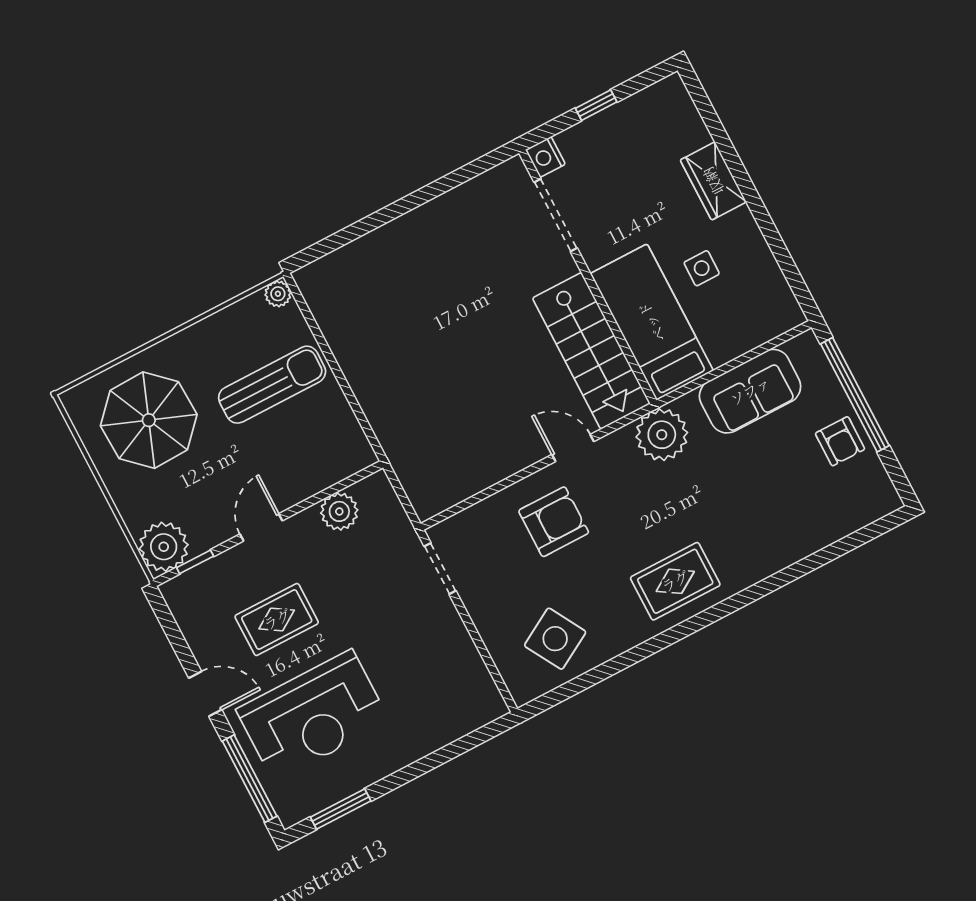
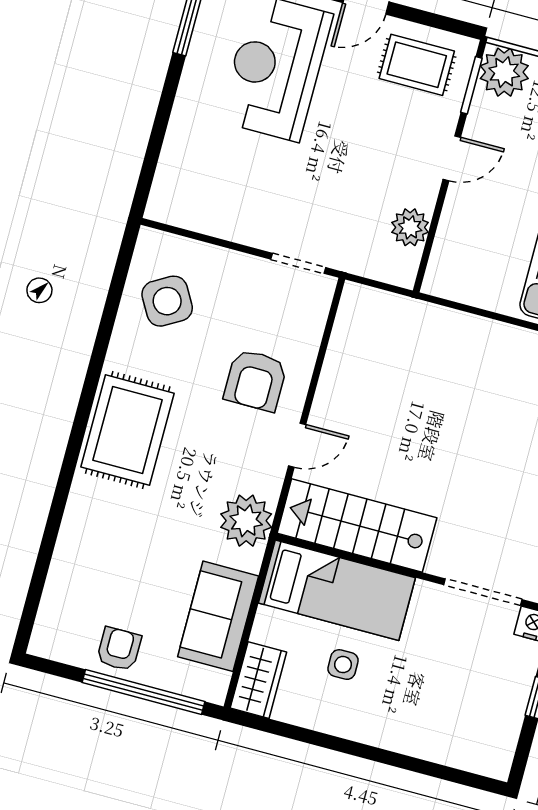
wardrobe: (713, 181) -> (258, 680), moved, turned 90
armchair: (840, 441) -> (119, 649), turned 90
door: (261, 527) -> (452, 158), hinge flipped
window: (195, 562) -> (471, 85), width x1.50
rug: (675, 581) -> (128, 430), width x1.36, depth x1.43
rug: (277, 619) -> (417, 65), moved, turned 90

